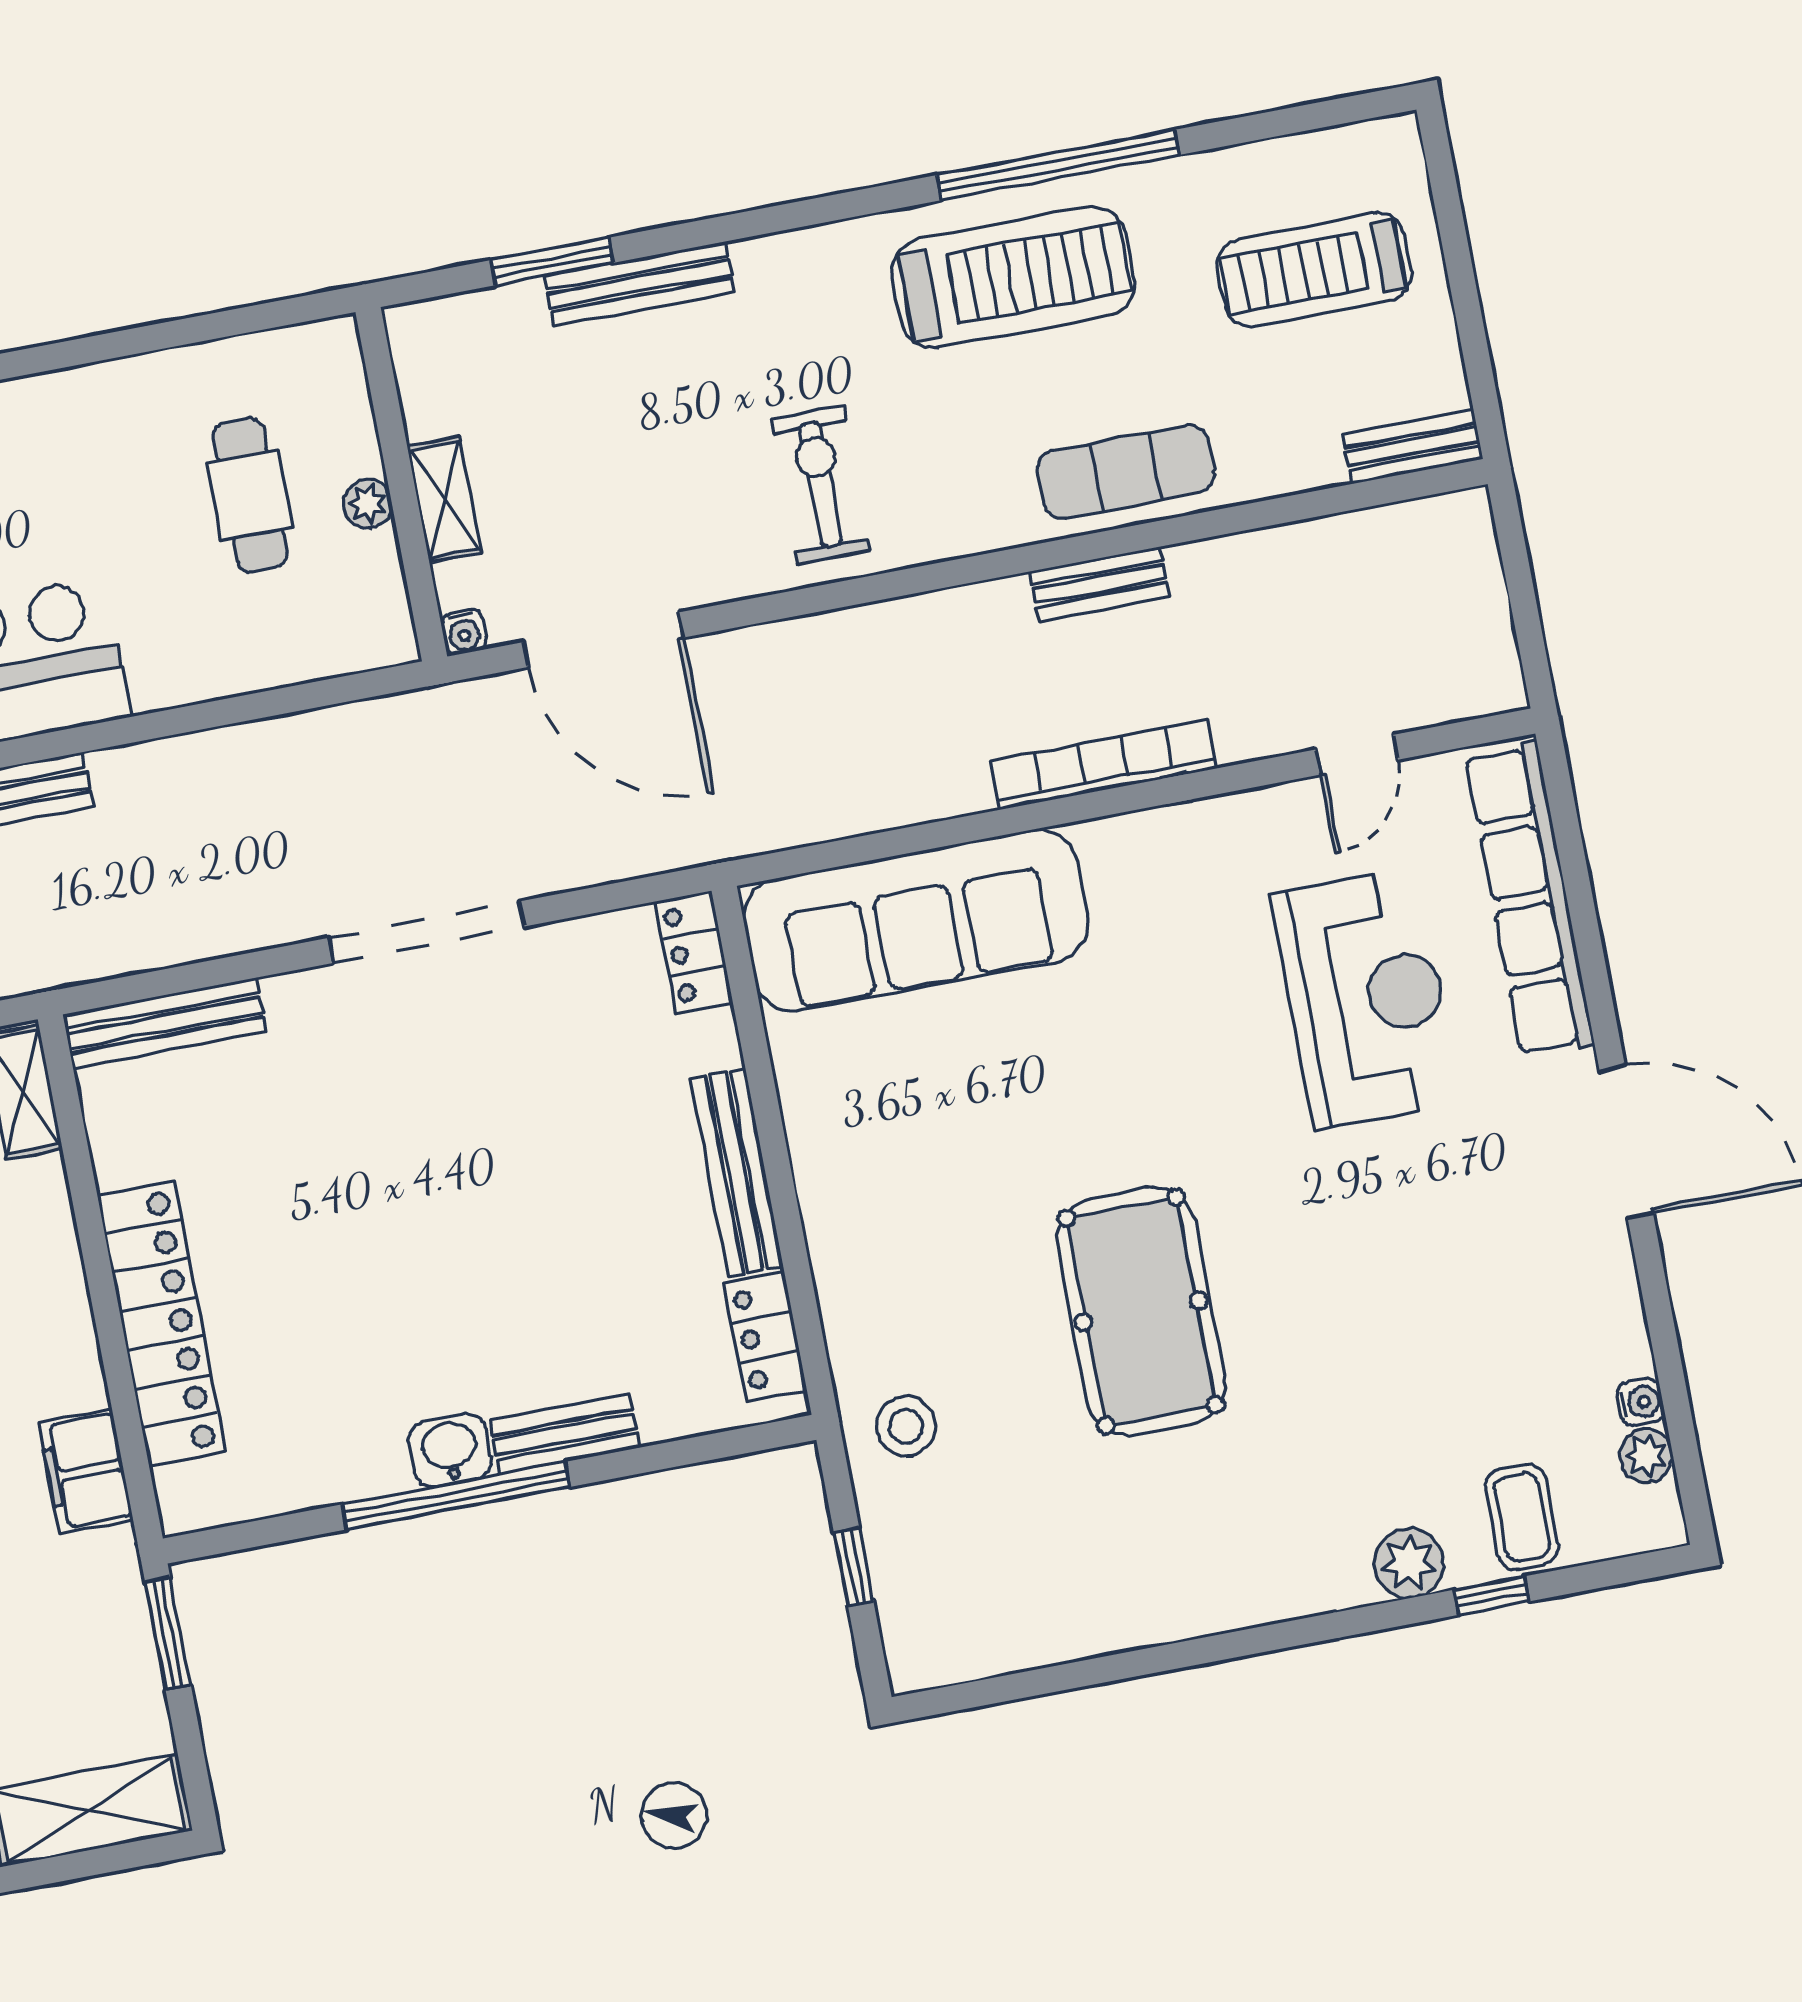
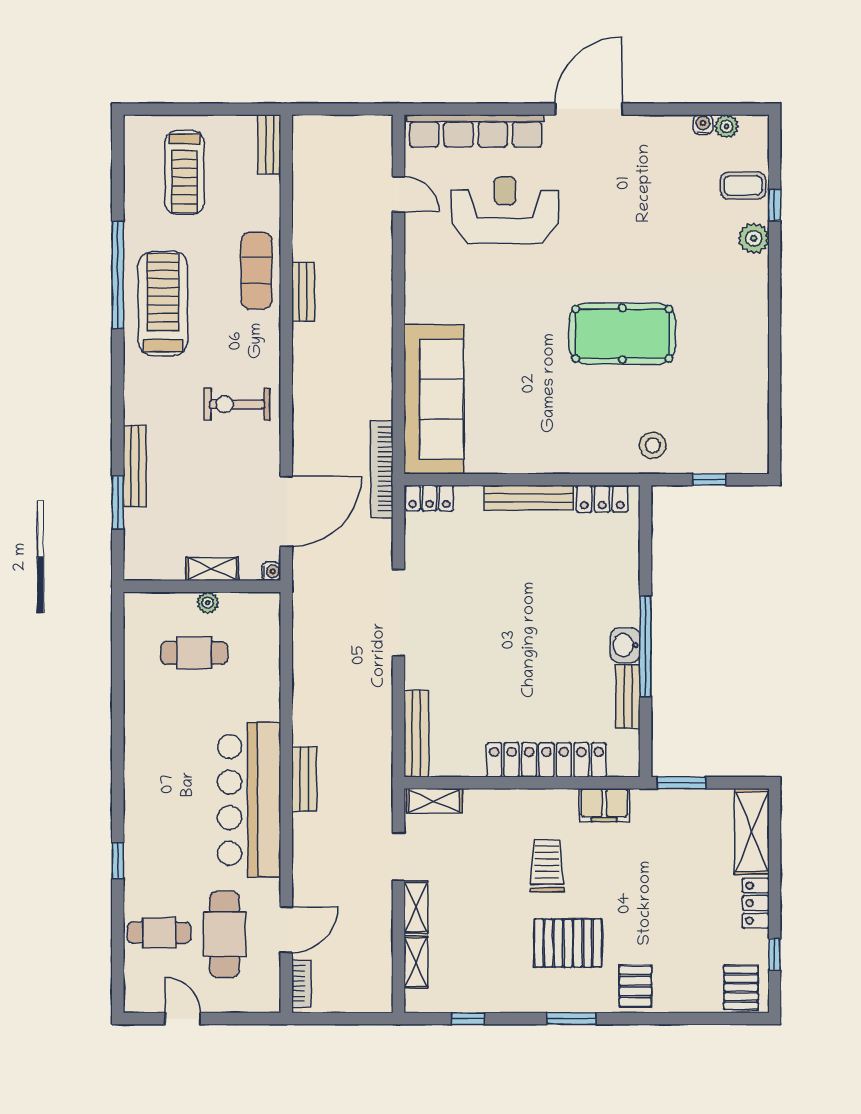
bookcase: (1104, 765) -> (382, 469), moved
bench: (565, 1434) -> (628, 696), moved

